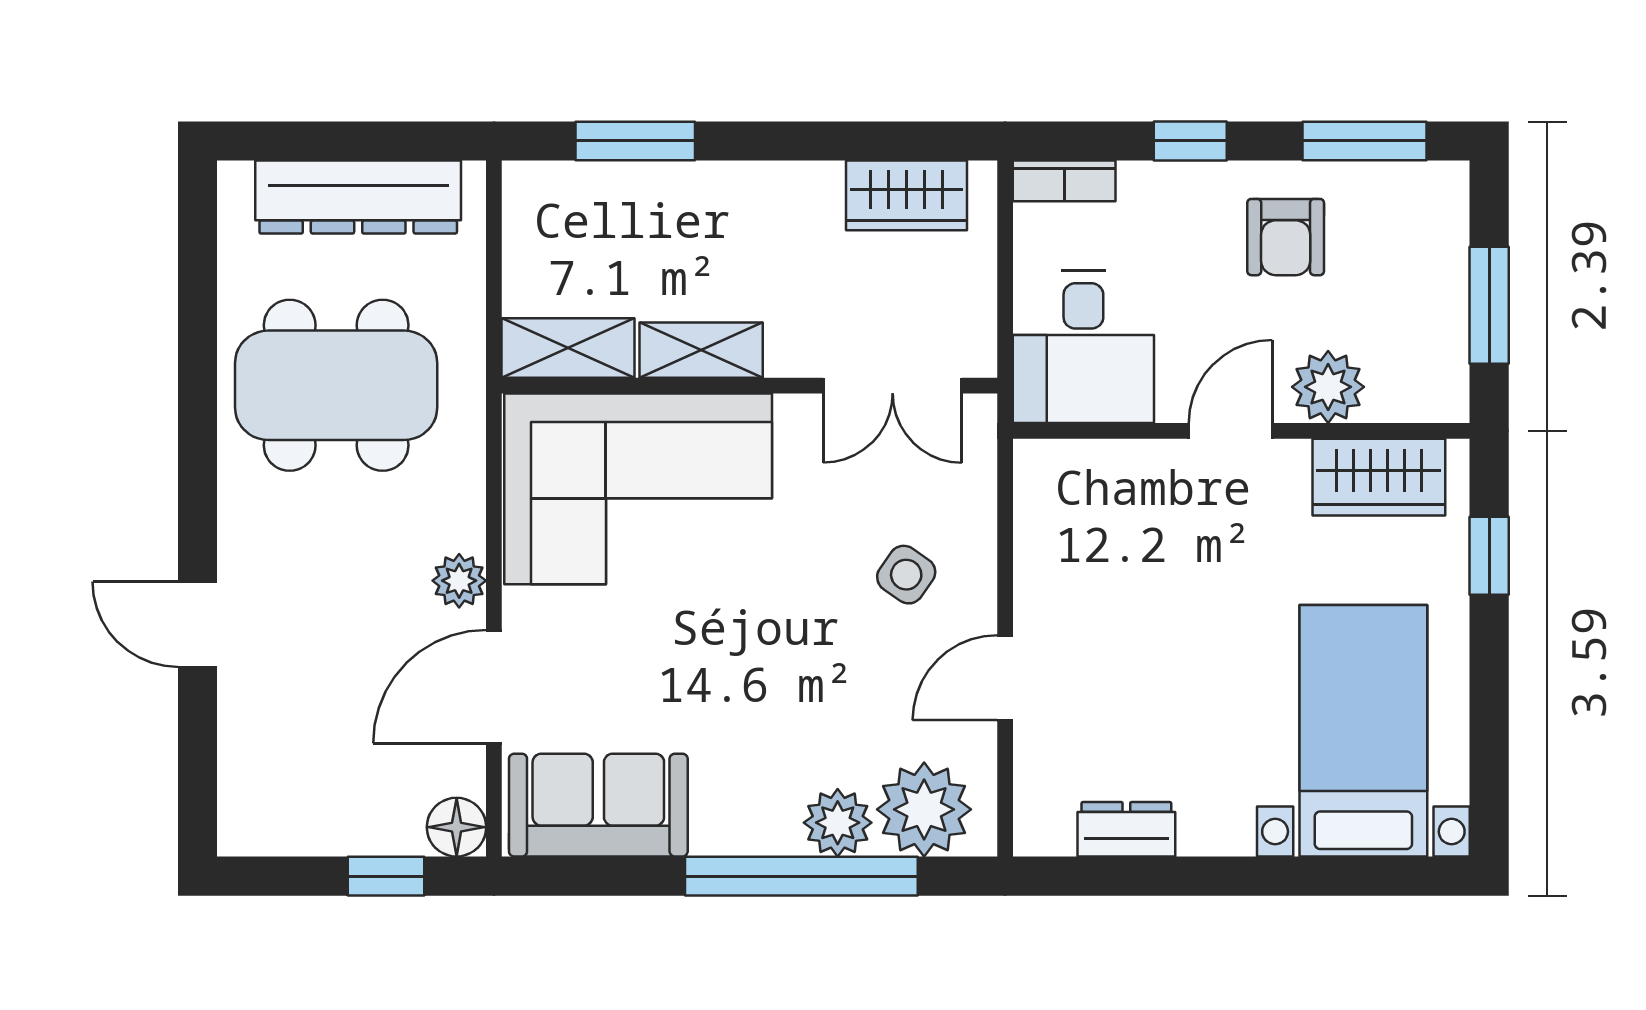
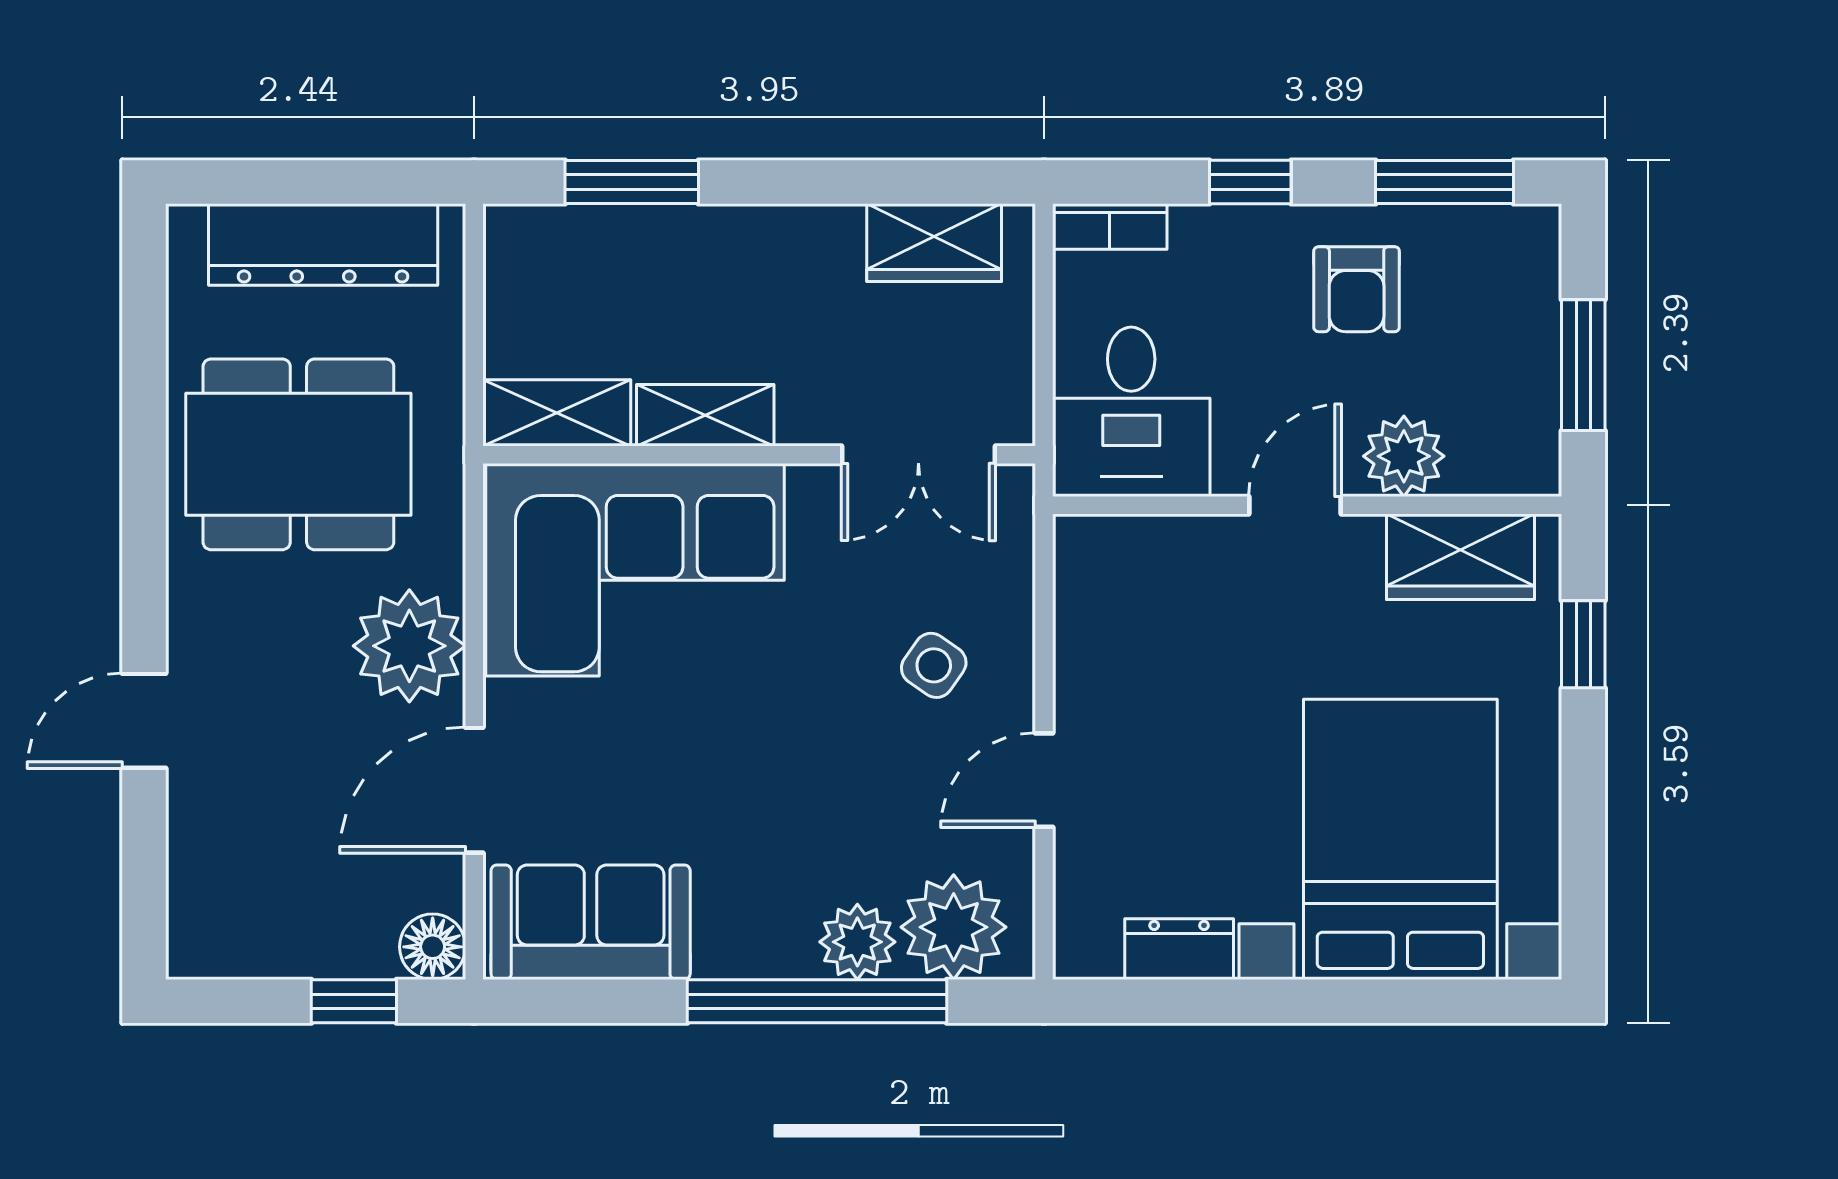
plant: (459, 581) -> (409, 646), width x1.87, depth x1.87
door: (197, 624) -> (144, 721), hinge flipped
bed with nightstands: (1363, 731) -> (1400, 839), width x1.36

